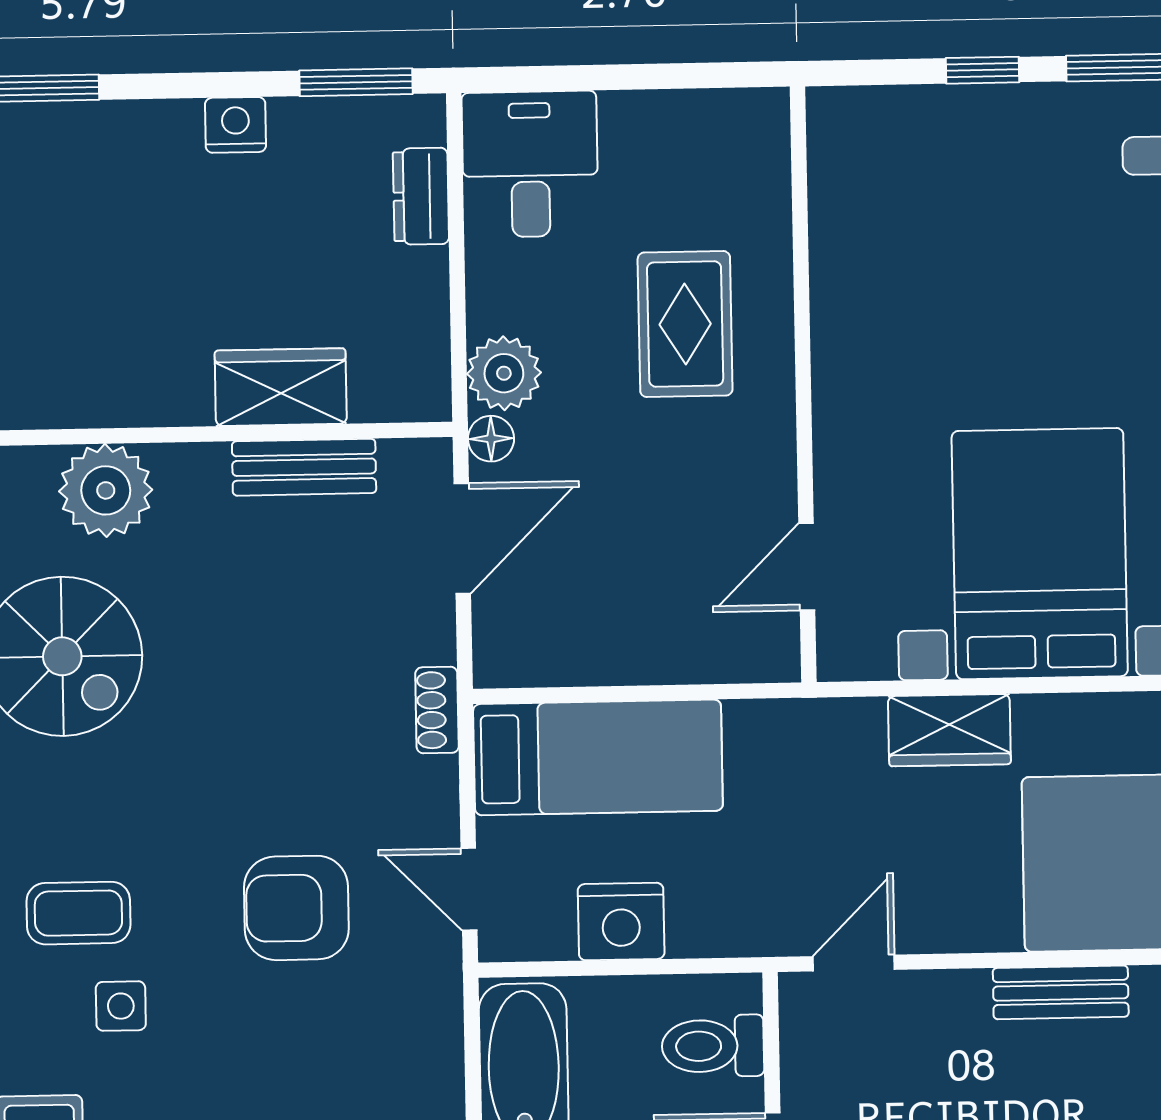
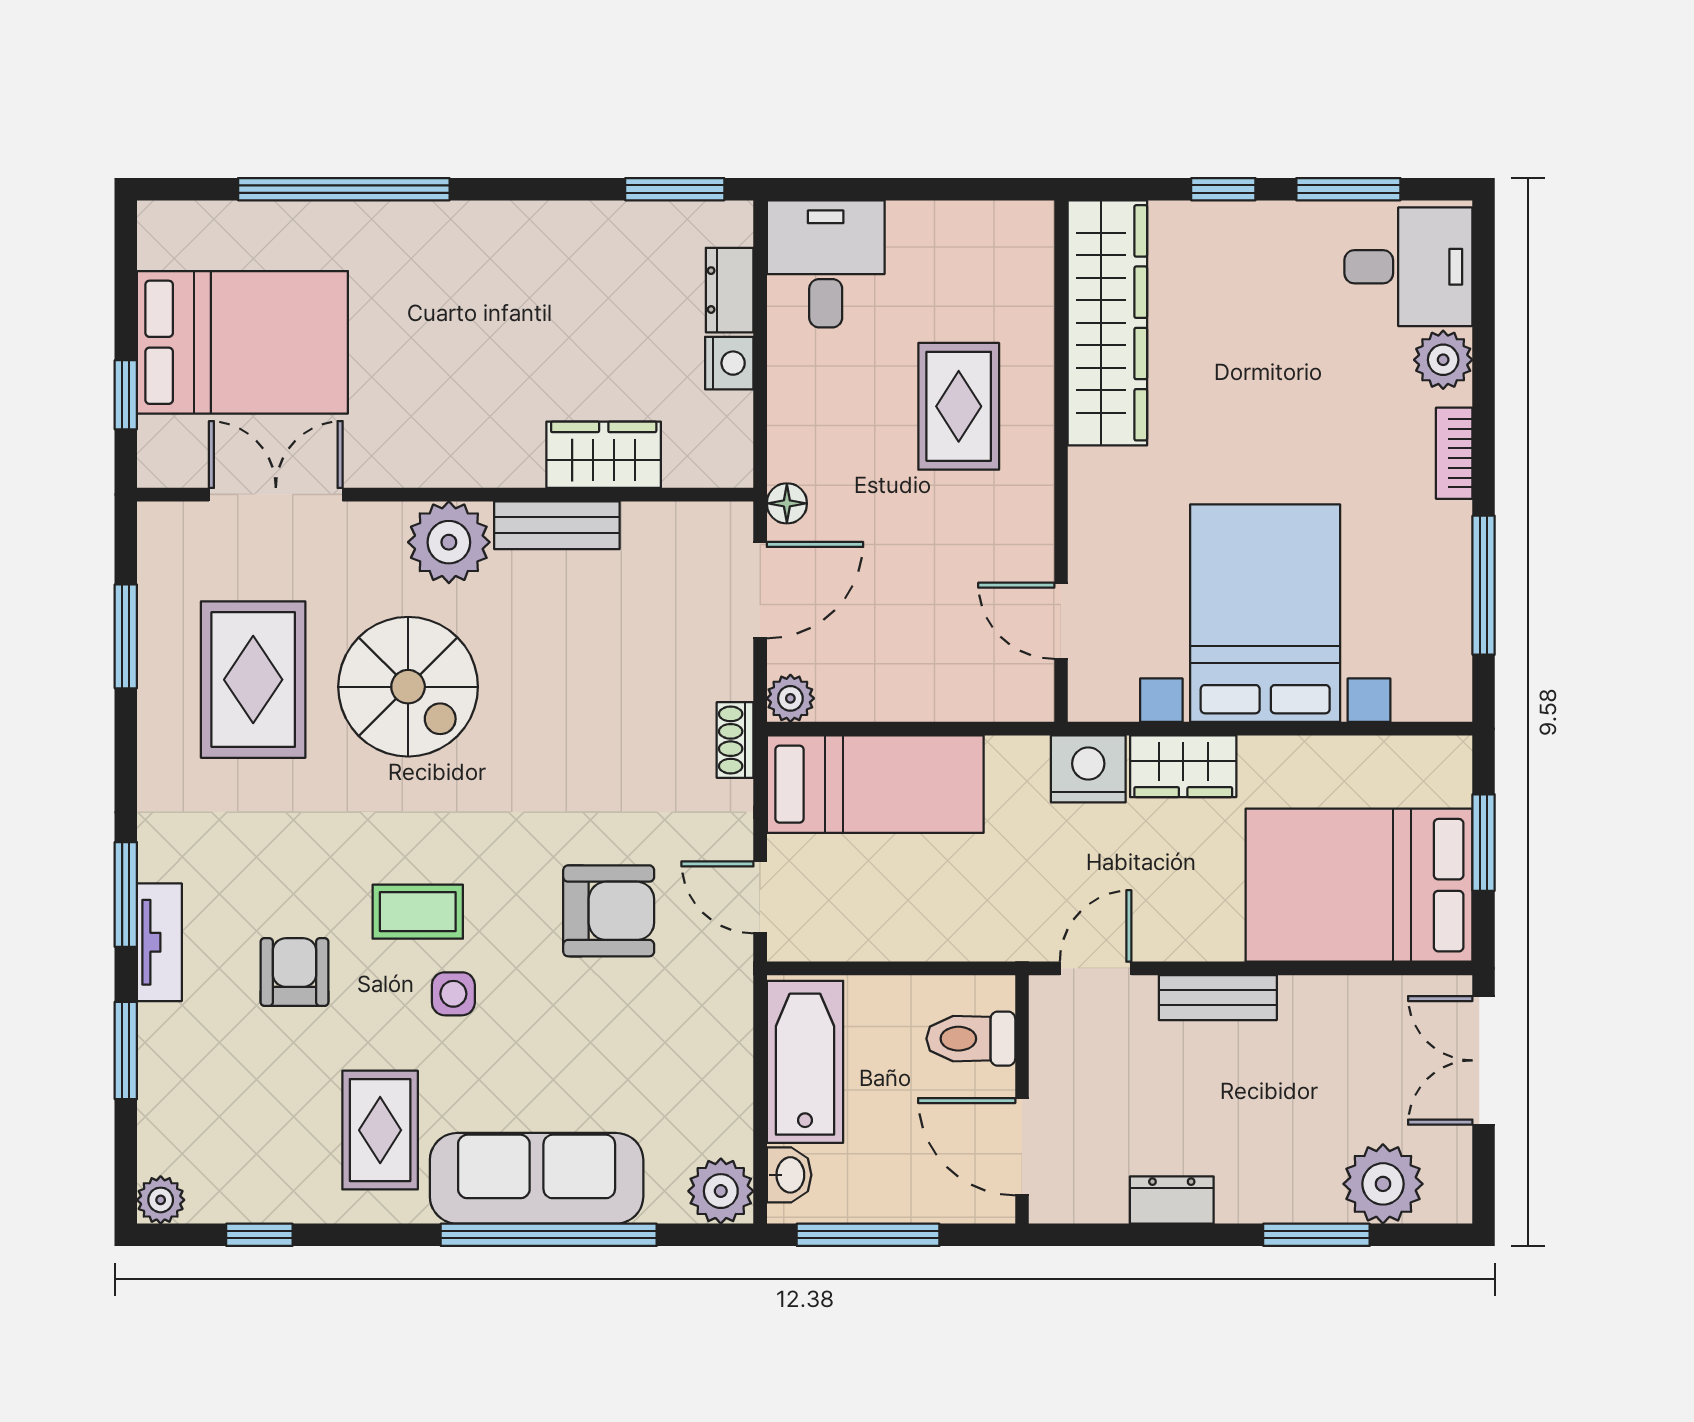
nightstand: (236, 125) -> (729, 363), moved, turned 90
wardrobe: (853, 225) -> (1107, 323), added
plant: (504, 373) -> (790, 698), moved, width x0.73, depth x0.73
bench: (304, 467) -> (557, 525), moved
door: (807, 567) -> (1061, 621), hinge flipped
armchair: (296, 908) -> (609, 911), turned 180
nightstand: (621, 922) -> (1088, 769), moved, turned 180
bench: (1061, 992) -> (1218, 998), moved

